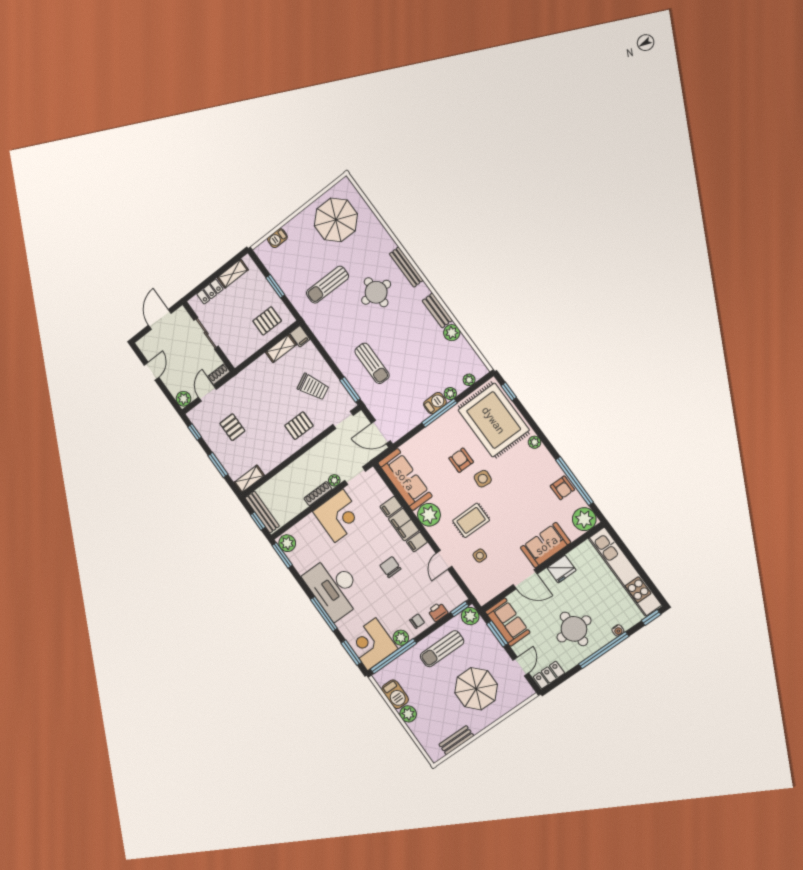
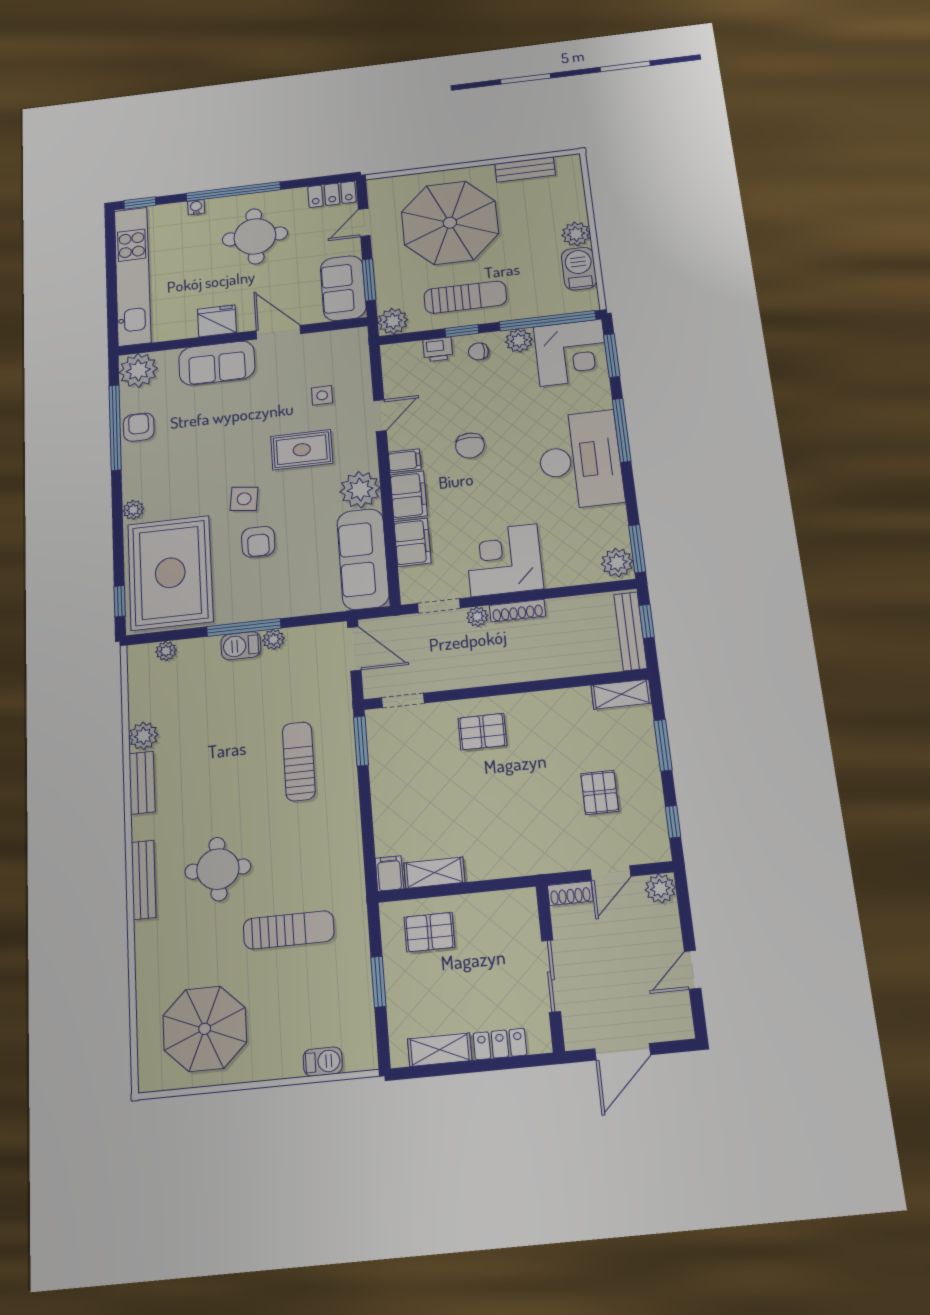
trolley: (313, 387) -> (420, 779), removed
plant: (450, 394) -> (273, 639), moved
filing cabinet: (391, 507) -> (412, 542), width x2.00
window: (460, 609) -> (462, 331), moved
parasol: (476, 689) -> (450, 223), width x1.36, depth x1.36

